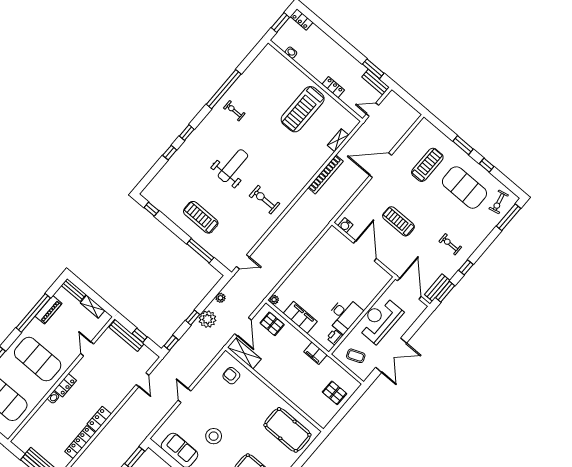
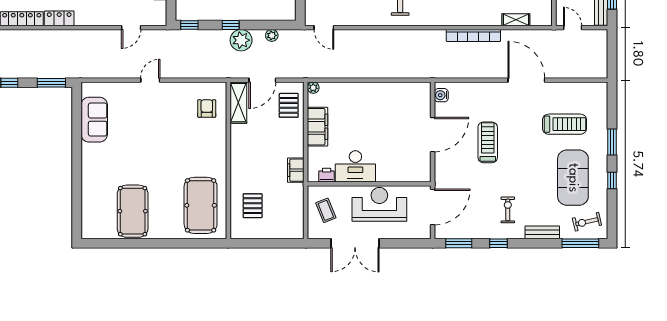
bench: (437, 287) -> (542, 232), moved
pallet: (335, 393) -> (253, 206), moved
stool: (214, 436) -> (135, 140), removed

